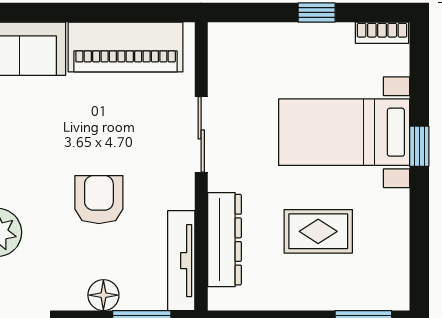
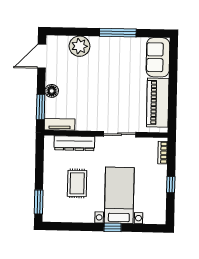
bookcase: (382, 33) -> (163, 153), moved
armchair: (99, 200) -> (93, 90), removed
tv unit: (181, 261) -> (60, 124), width x0.71

